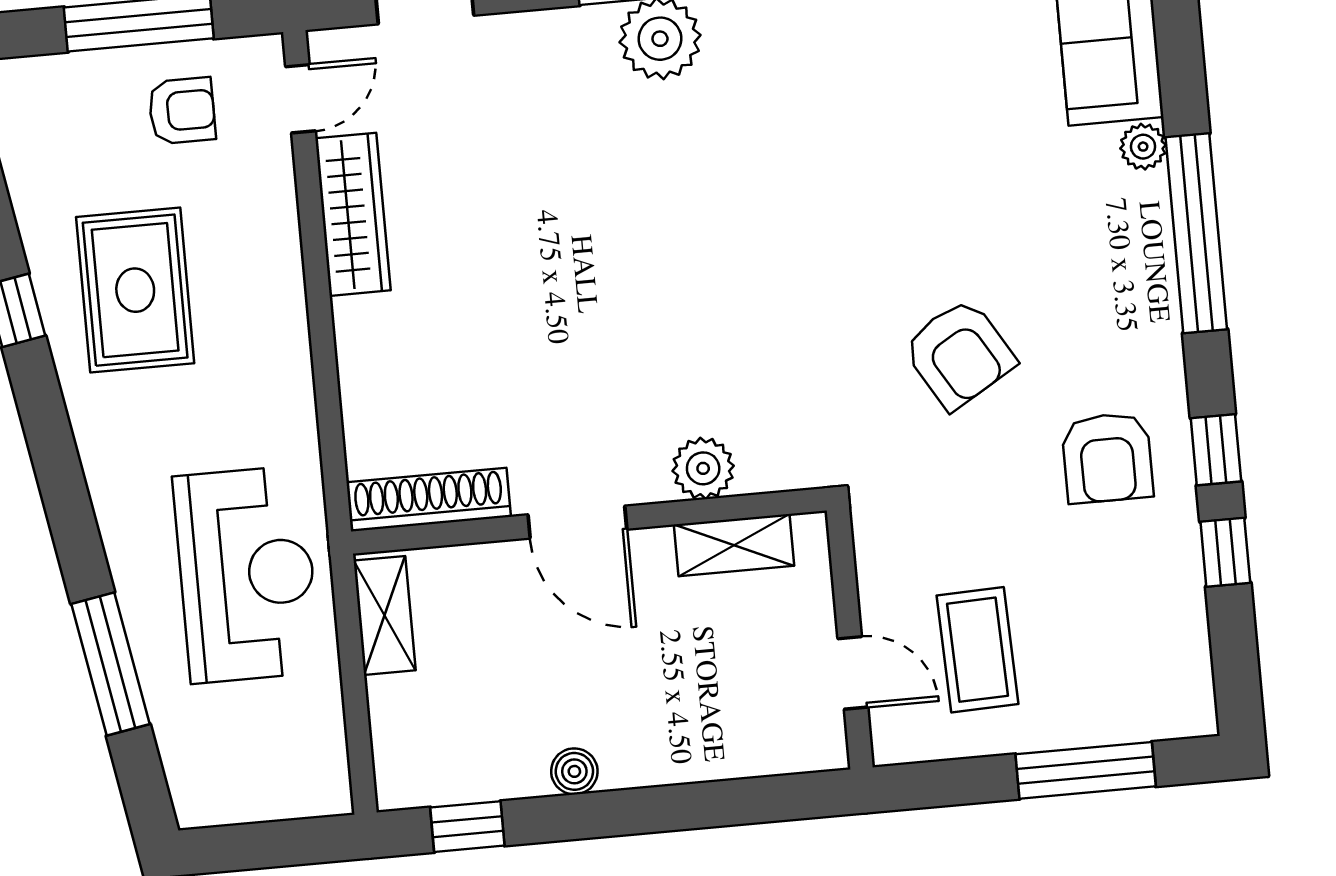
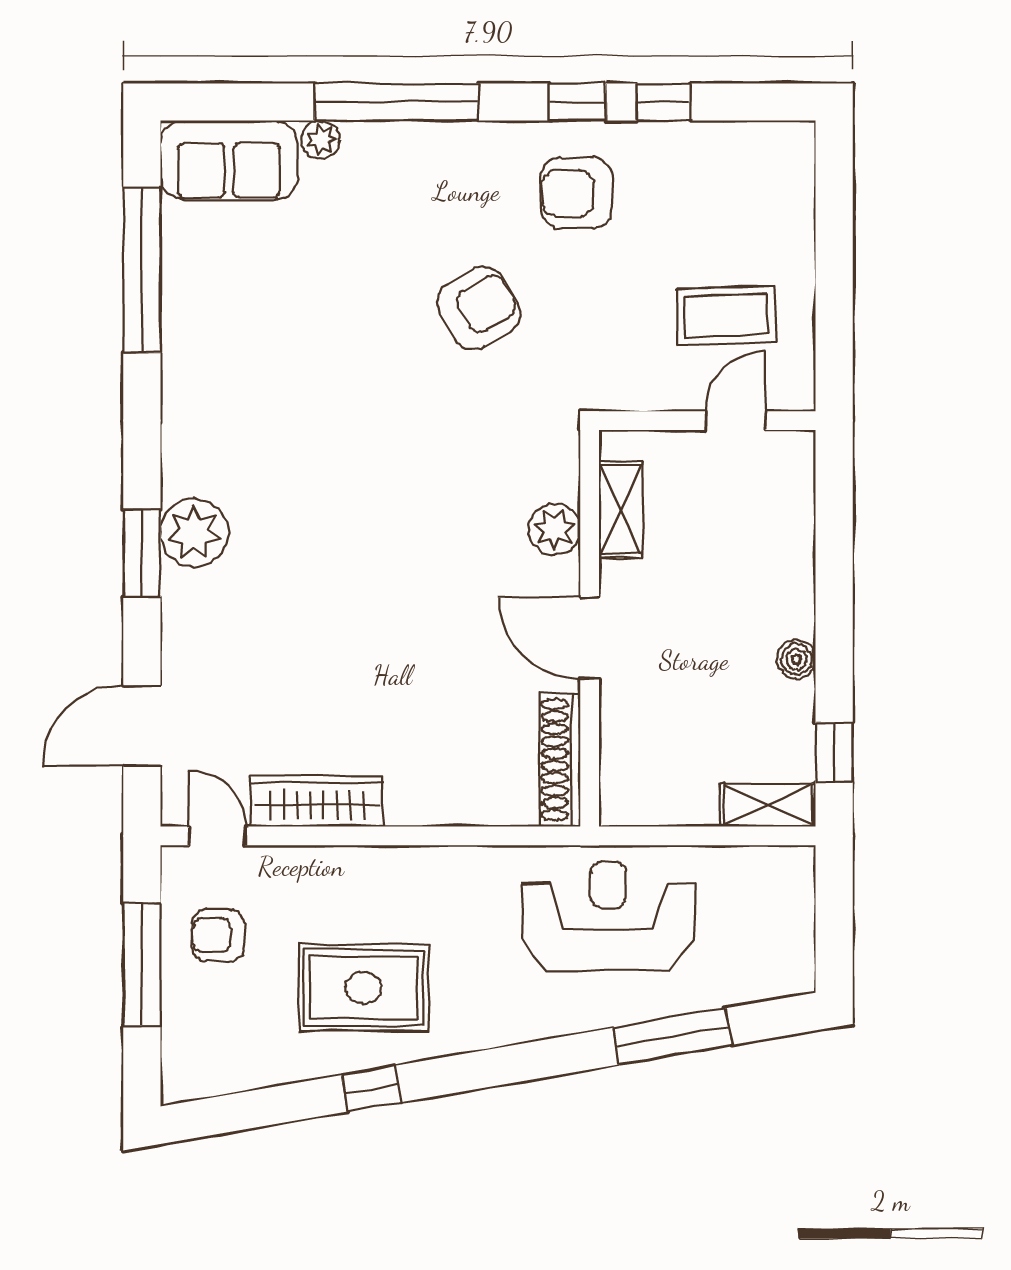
armchair: (182, 111) -> (218, 935), turned -90
armchair: (1107, 458) -> (576, 193), turned 180
door: (577, 522) -> (590, 638), swing flipped
shelving: (385, 615) -> (768, 805), moved
window: (1086, 770) -> (834, 235), removed

